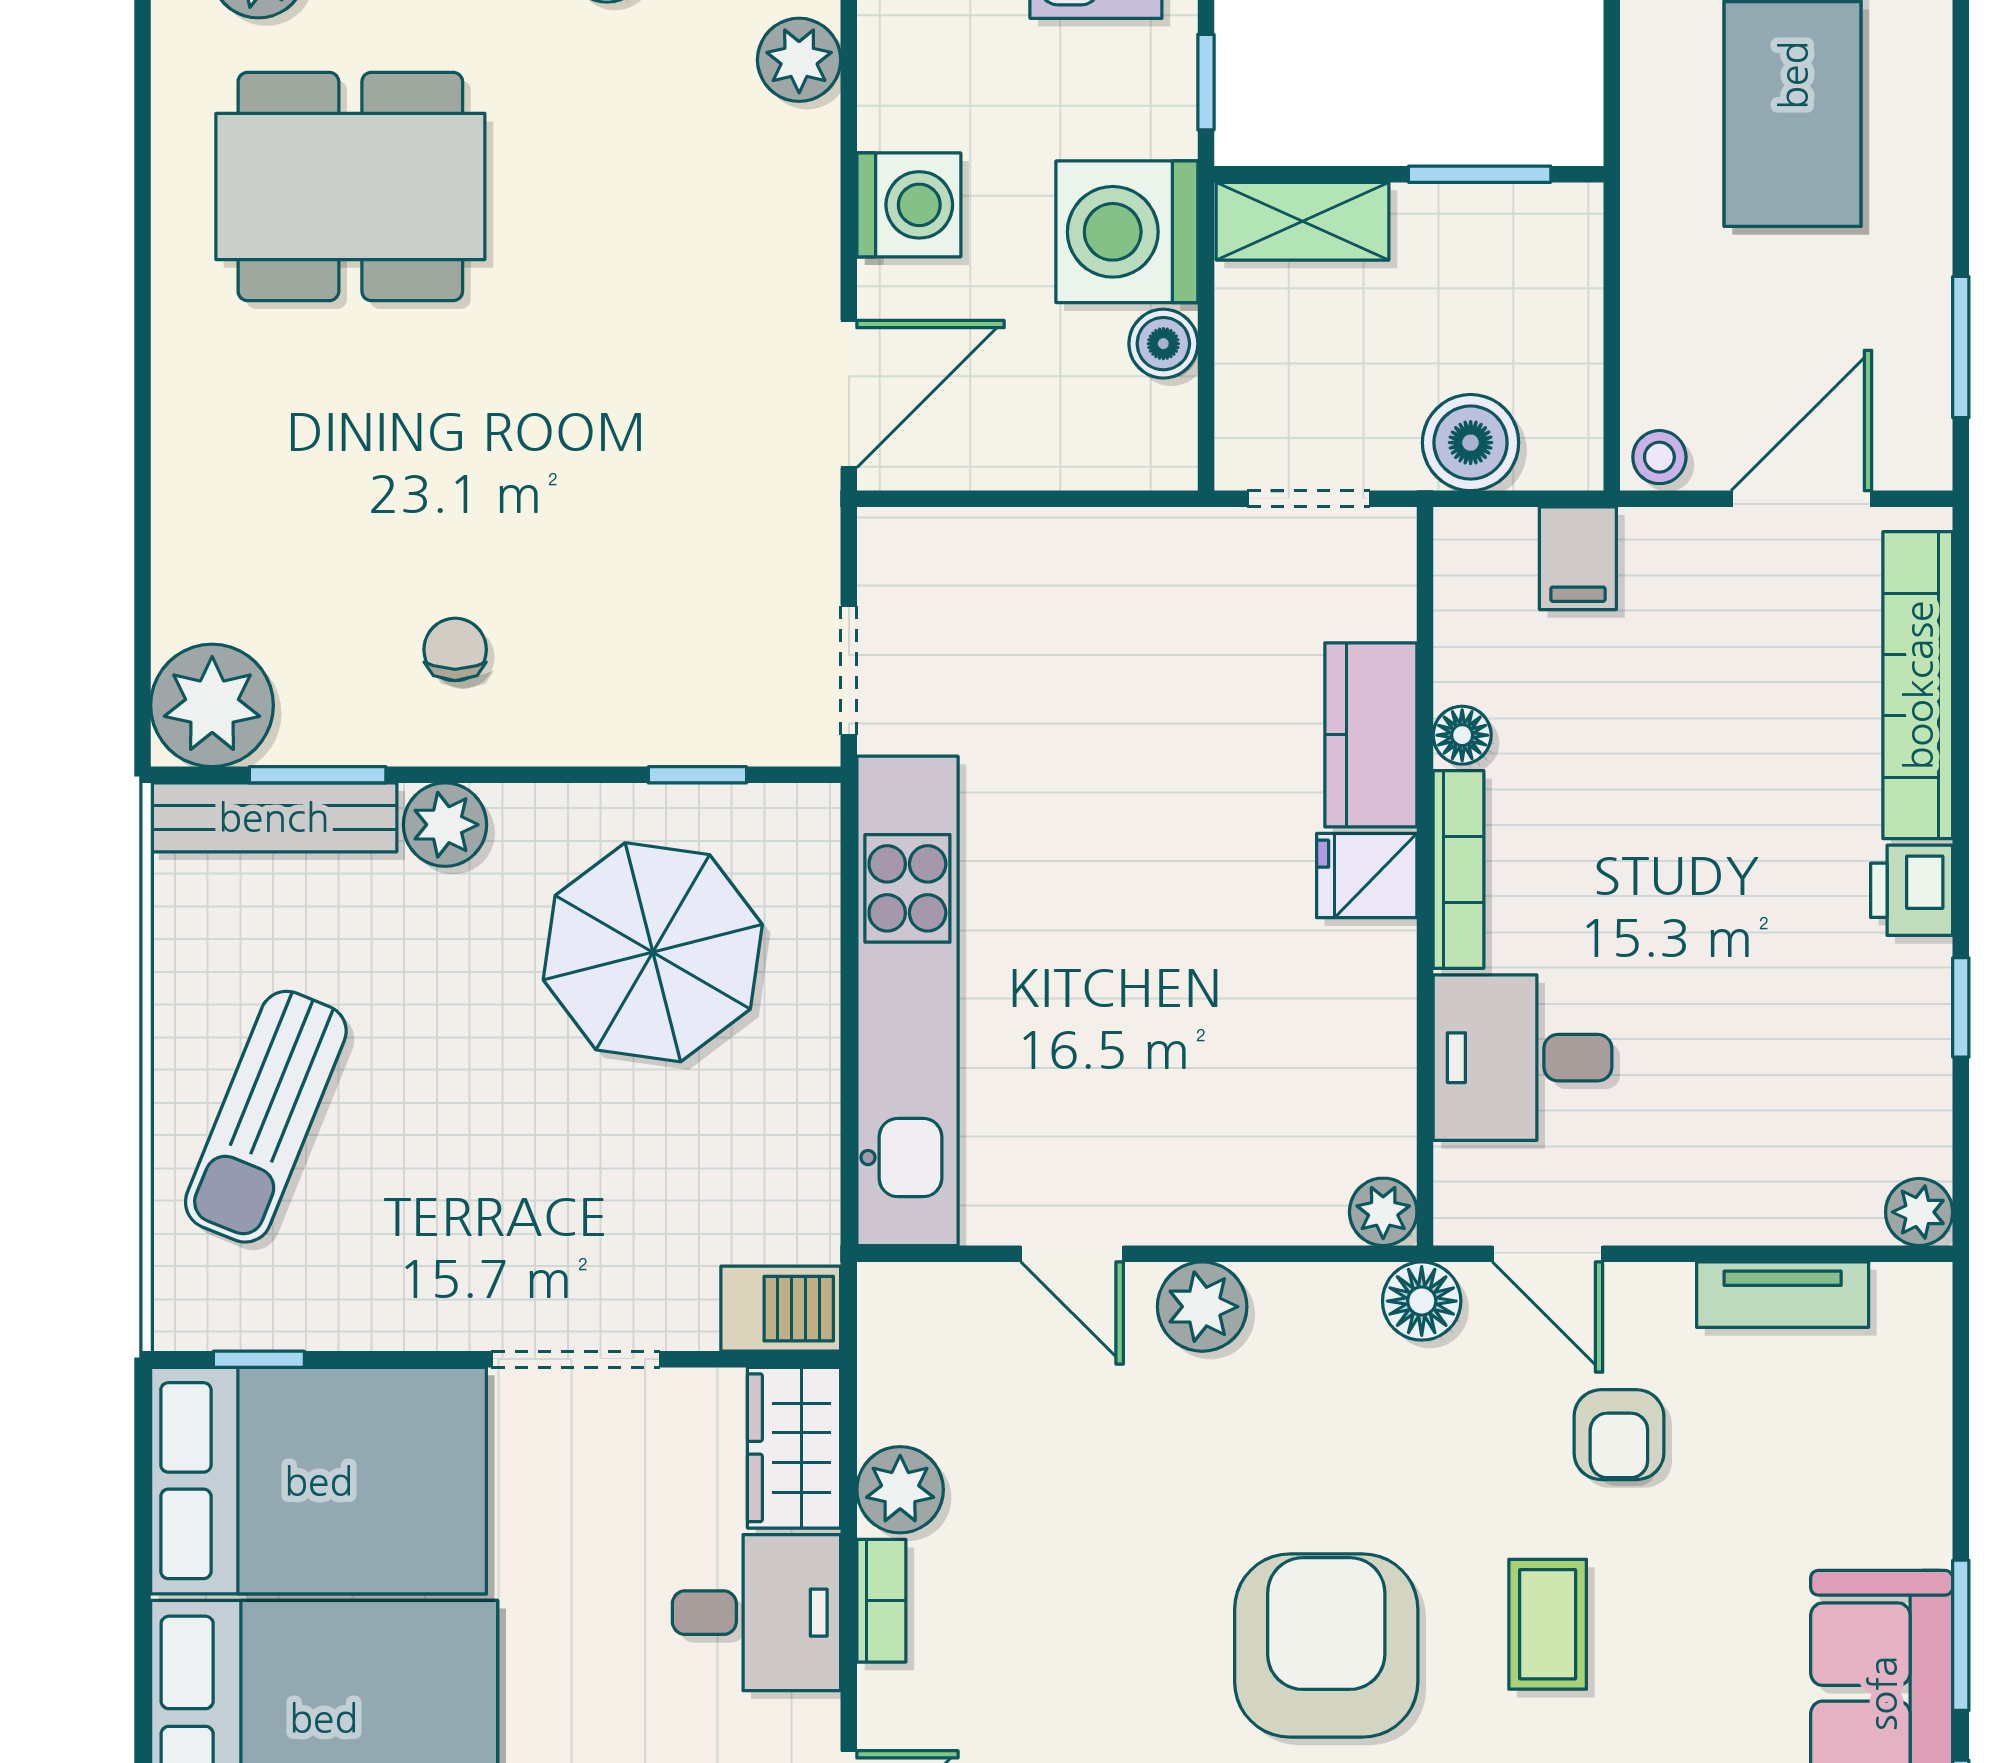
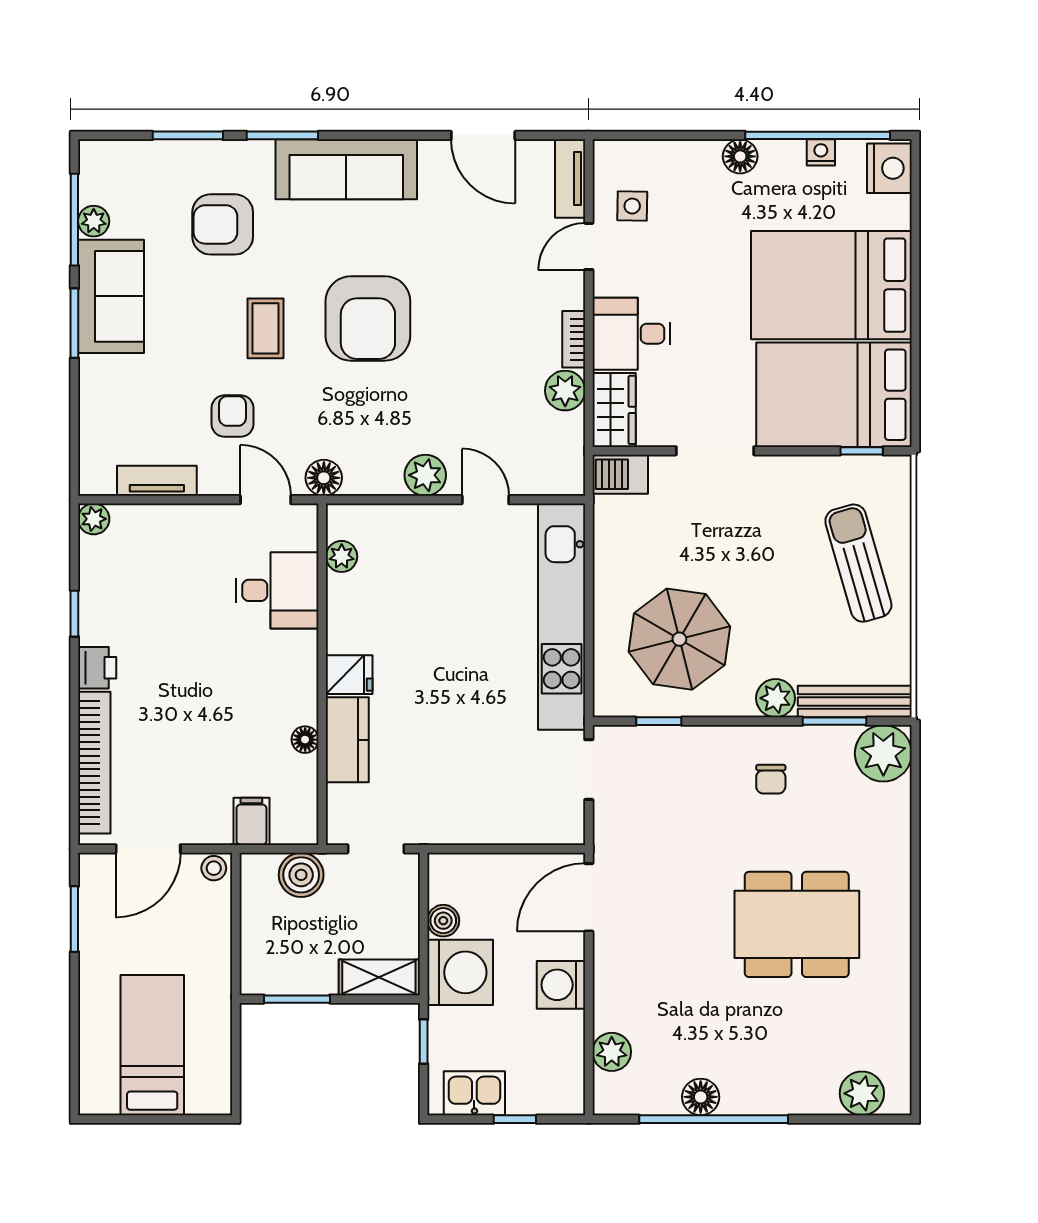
dining table: (350, 187) -> (797, 924), moved
bookcase: (1458, 869) -> (307, 677), removed
sun lounger: (266, 1117) -> (858, 563), turned -38
plant: (1383, 1212) -> (342, 556), moved

